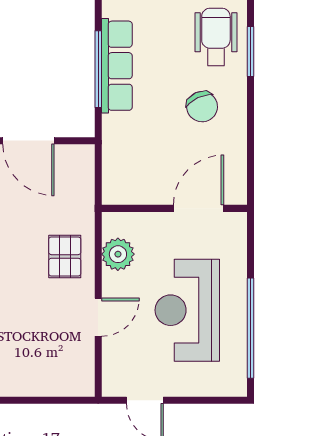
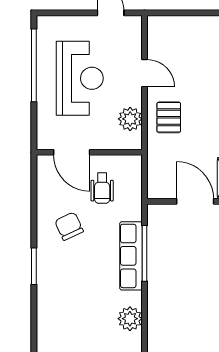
wheelchair: (216, 37) -> (102, 188), moved, width x0.73, depth x0.73
door: (199, 208) -> (72, 152), hinge flipped
door: (98, 317) -> (144, 73), swing flipped

